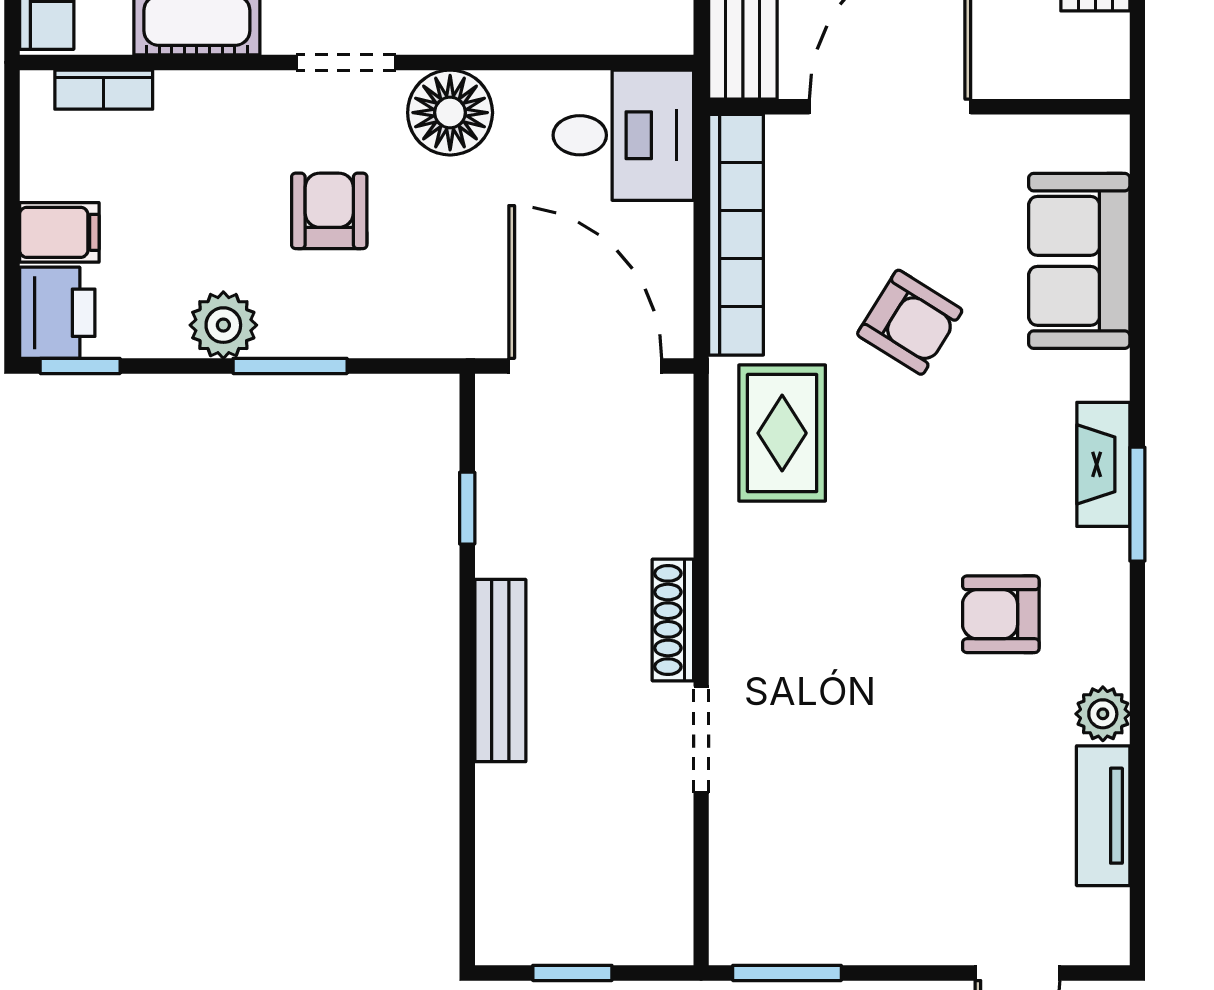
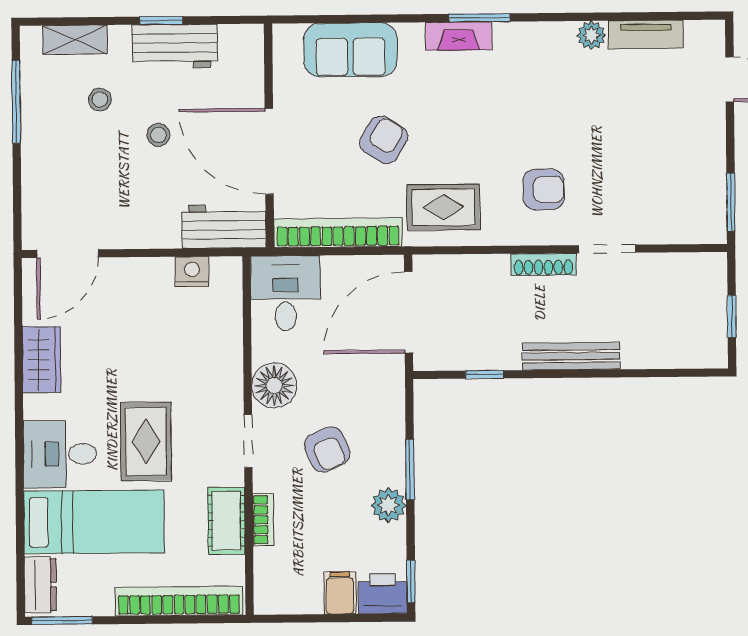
bookcase: (104, 90) -> (263, 520), moved
armchair: (329, 211) -> (327, 449), turned -114
armchair: (1001, 614) -> (544, 189), moved, turned -90

